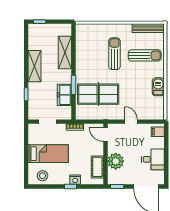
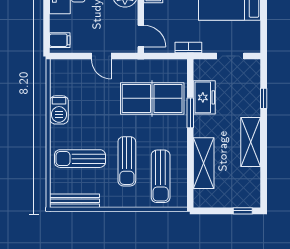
sun lounger: (93, 44) -> (161, 176), added

